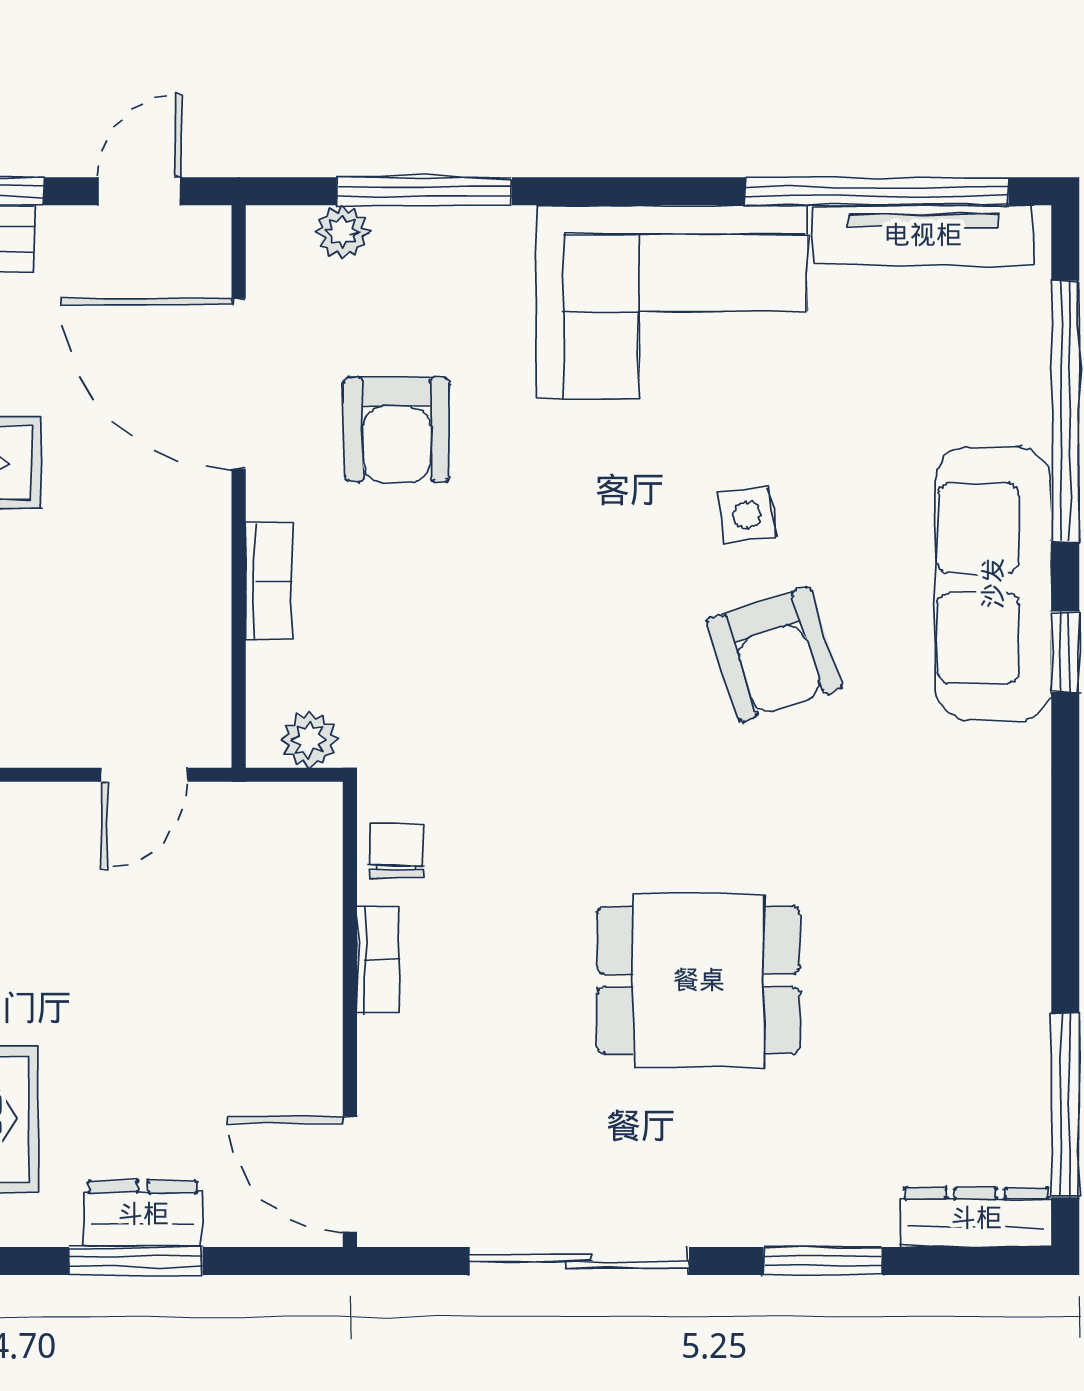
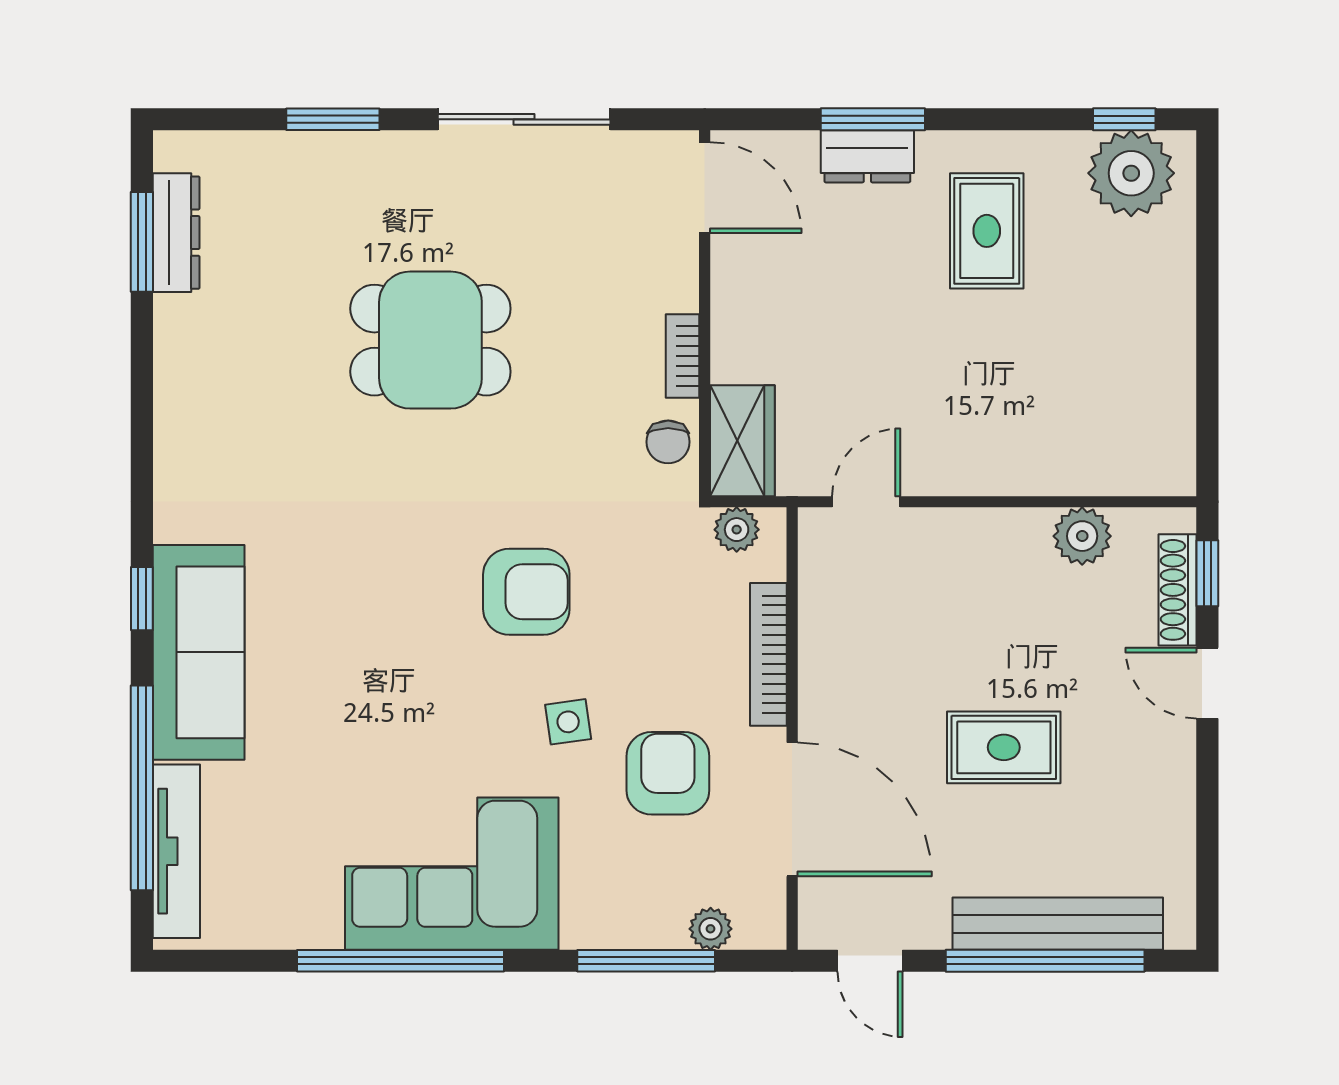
door: (140, 191) -> (870, 961), hinge flipped
window: (877, 191) -> (401, 961), moved
tv unit: (923, 235) -> (176, 851), moved, turned 90
side table: (747, 515) -> (568, 722), moved
bookcase: (269, 581) -> (768, 654), width x1.56
armchair: (774, 654) -> (526, 592), moved, turned 108
wardrobe: (302, 852) -> (742, 441), added
window: (1065, 1105) -> (142, 242), width x0.69
dresser: (976, 1218) -> (176, 233), moved, turned -90

